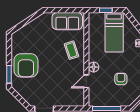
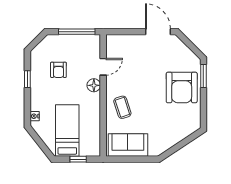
armchair: (26, 65) -> (182, 87), turned 180

